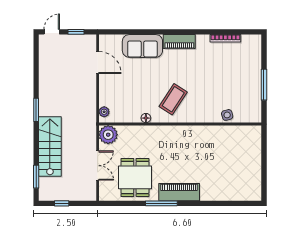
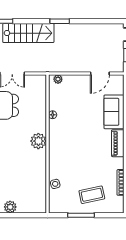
coffee table: (173, 99) -> (92, 195), moved, turned -45
plant: (108, 135) -> (38, 141), moved
plant: (254, 168) -> (10, 207), added

